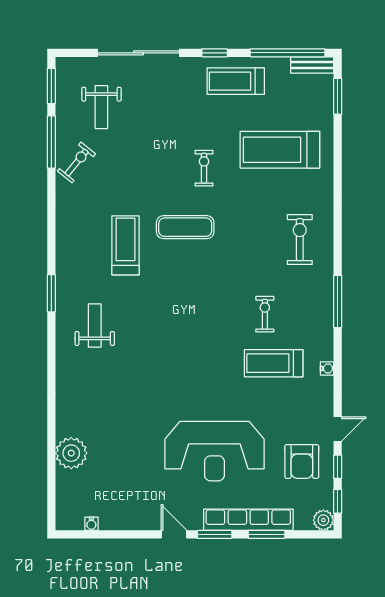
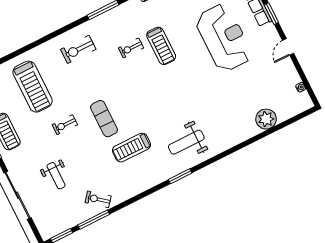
weight bench: (101, 107) -> (56, 176), moved, turned 90
weight bench: (95, 325) -> (186, 142), width x1.36, depth x1.33
treadmill: (274, 363) -> (161, 46), moved
door: (174, 534) -> (288, 47), moved

